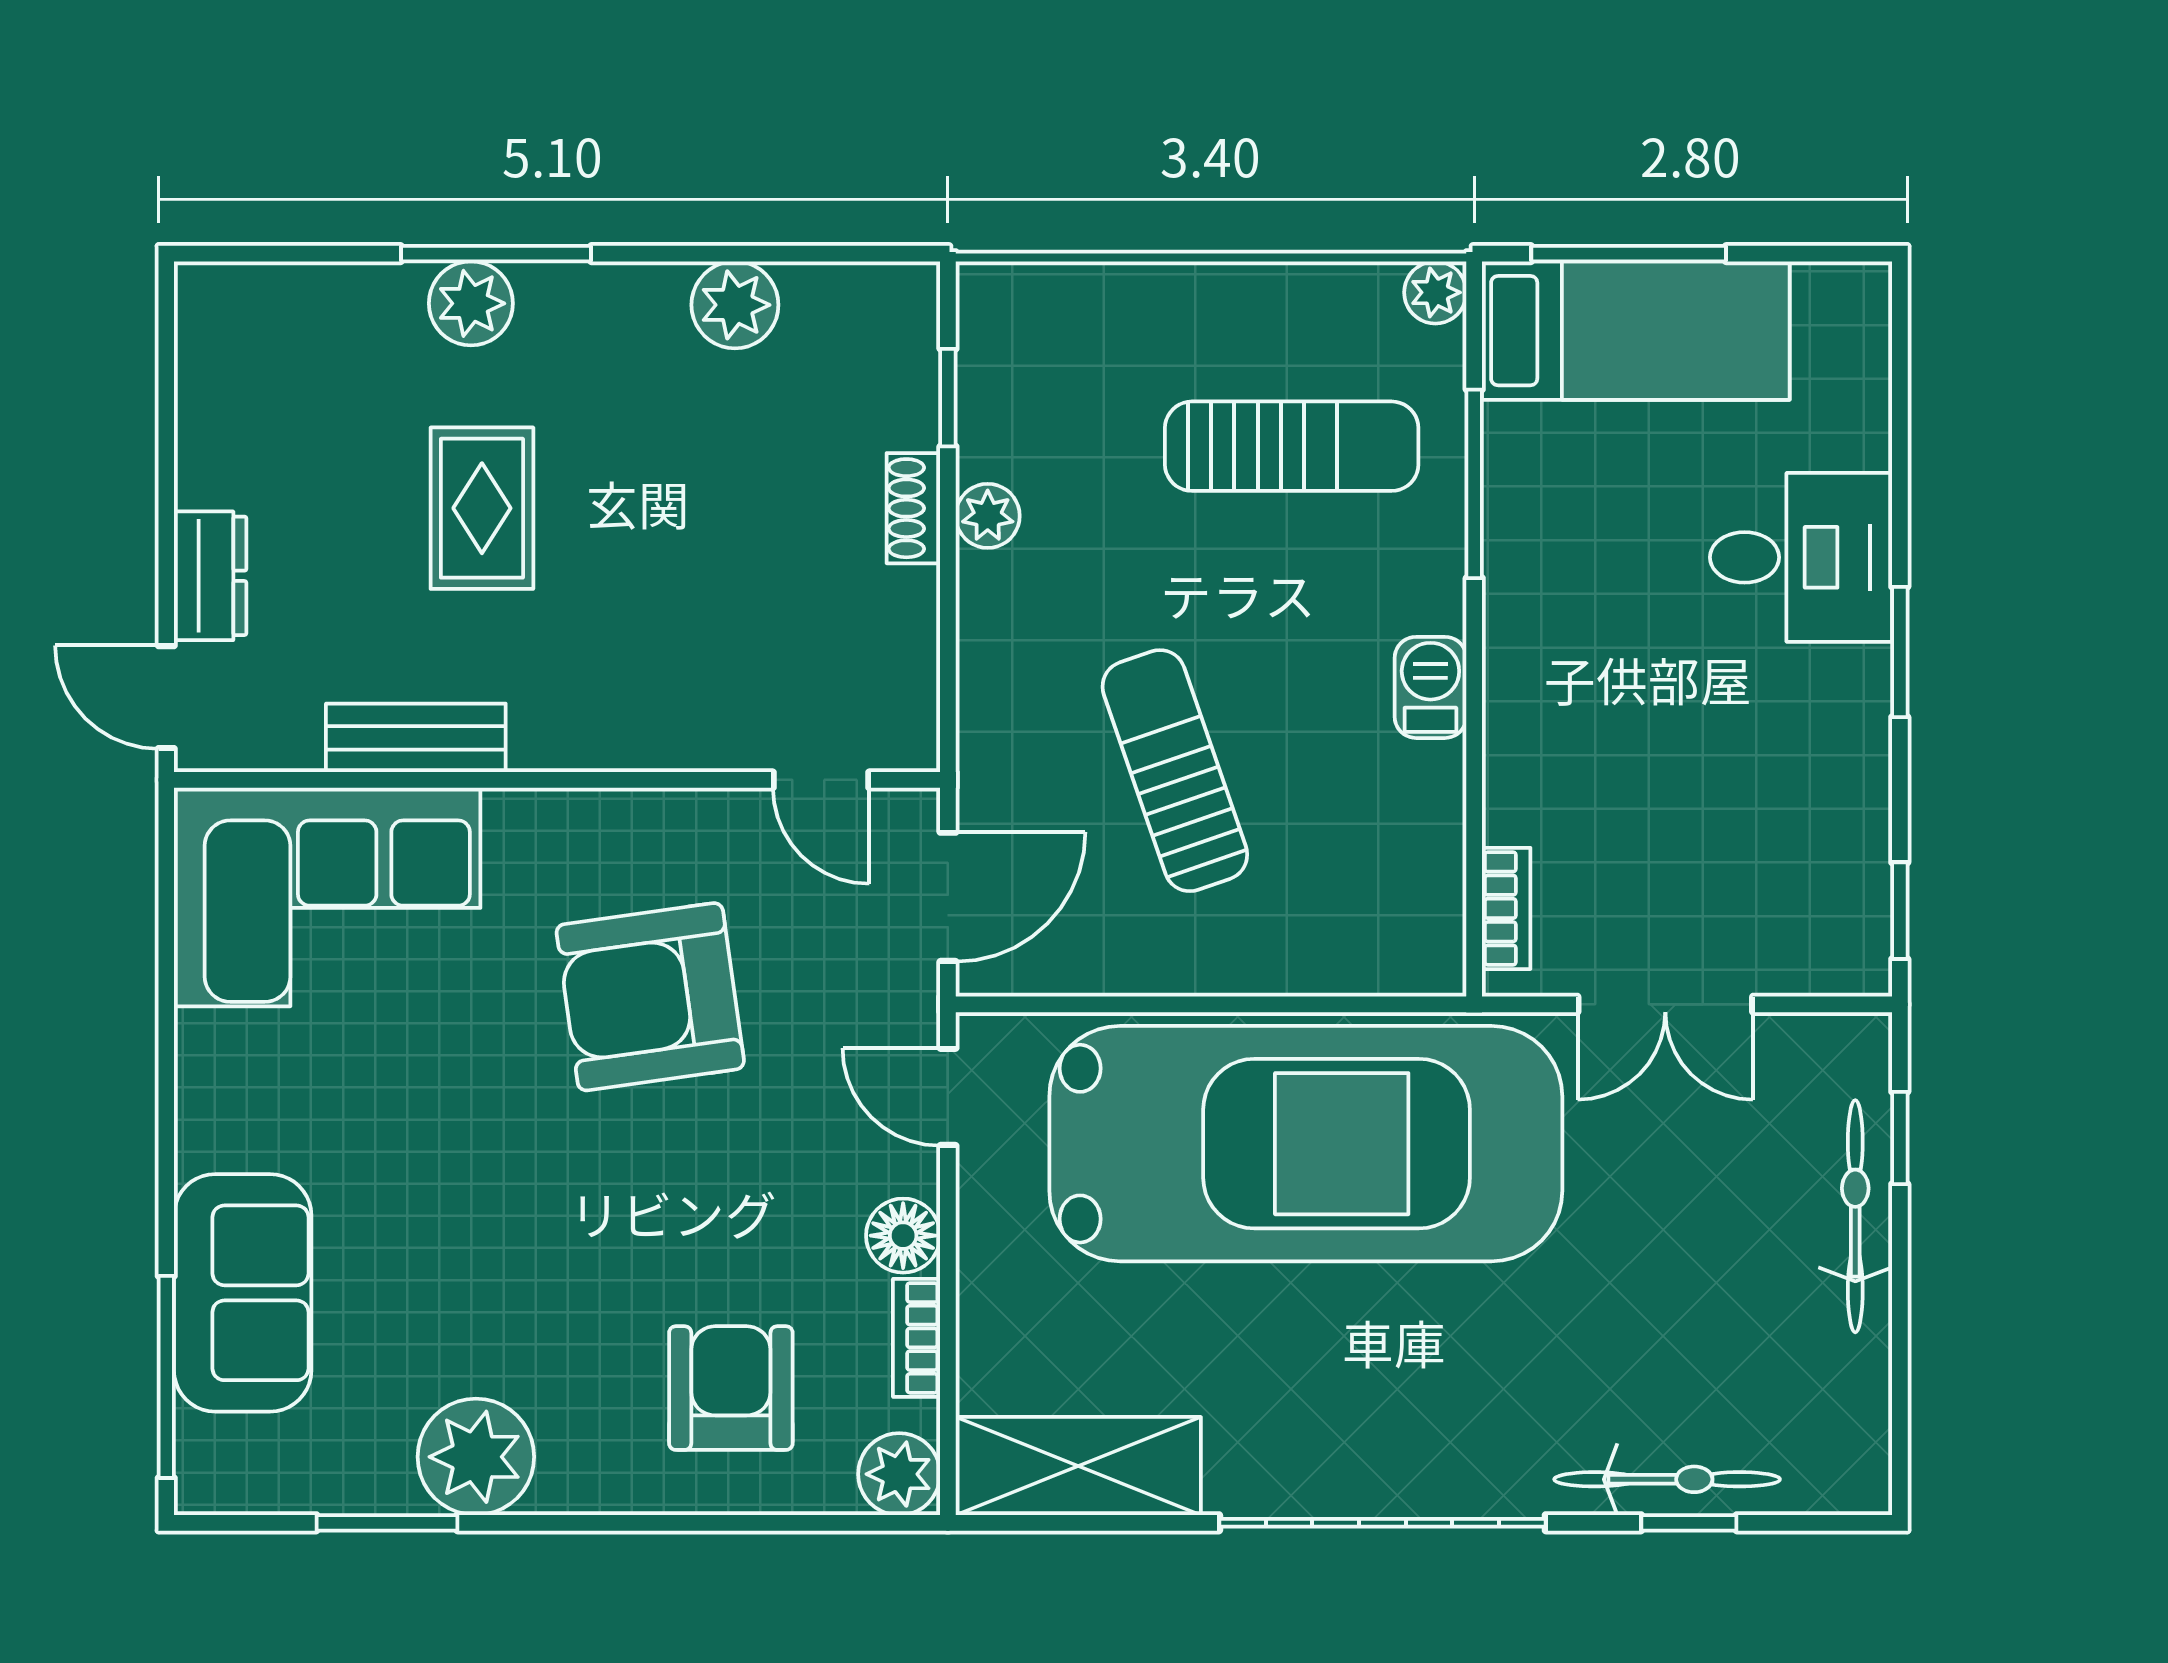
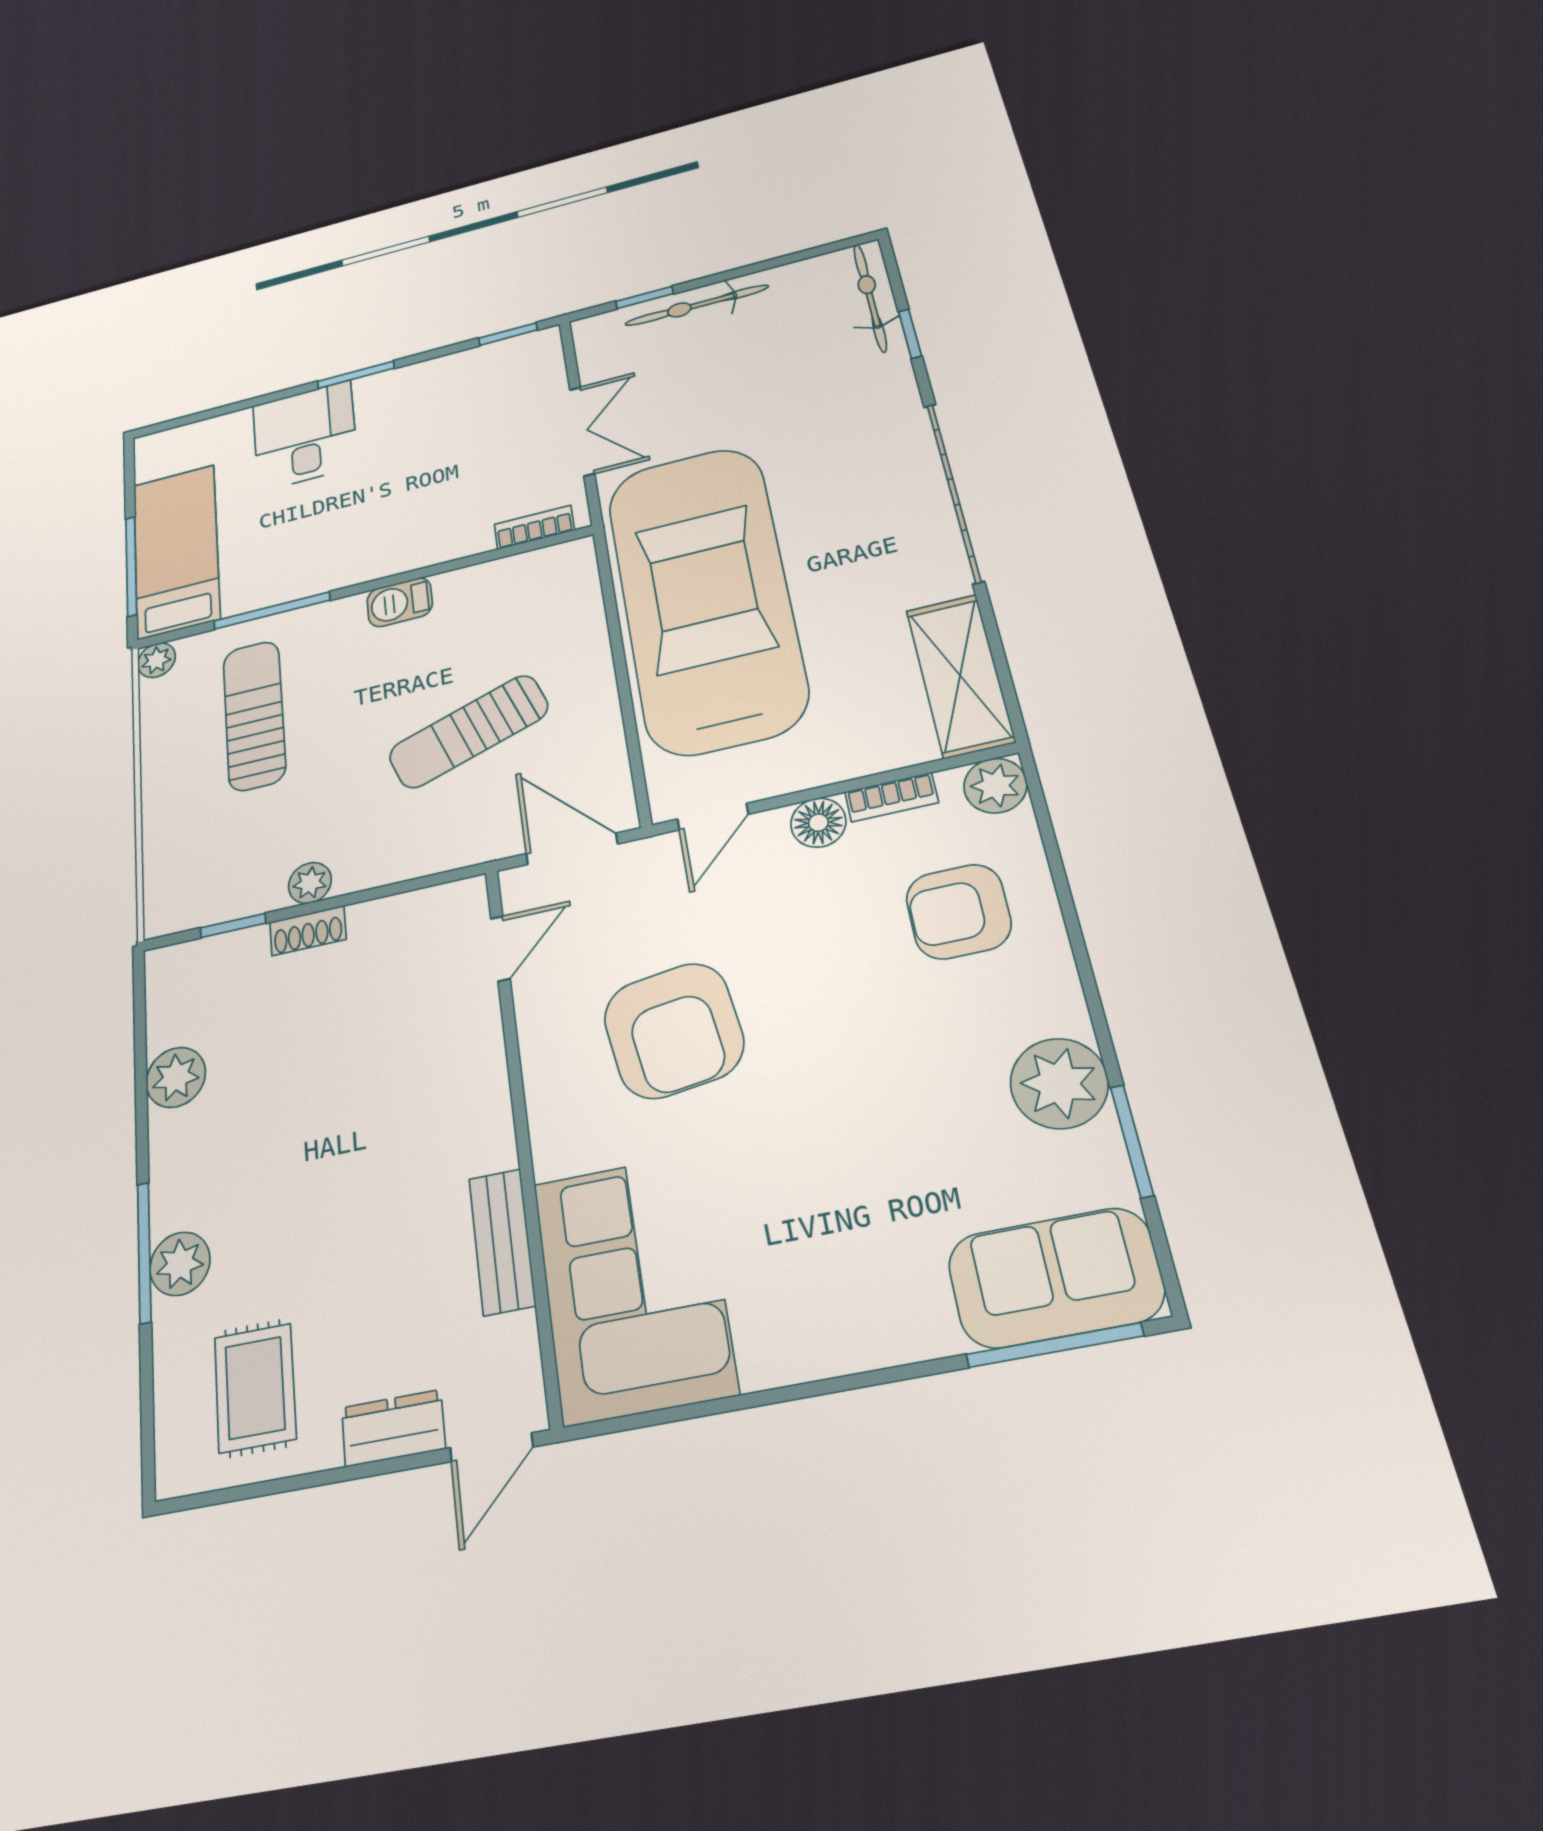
rug: (482, 508) -> (255, 1388), moved, turned 90
sofa: (243, 1293) -> (1055, 1278), moved
bicycle: (1667, 1479) -> (870, 298), moved

